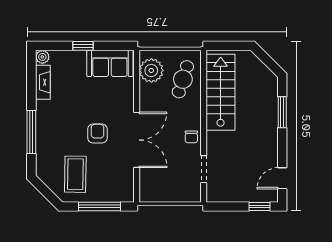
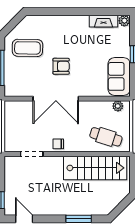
plant: (151, 70) -> (118, 106), width x0.53, depth x0.53
window: (31, 132) -> (62, 12), removed

